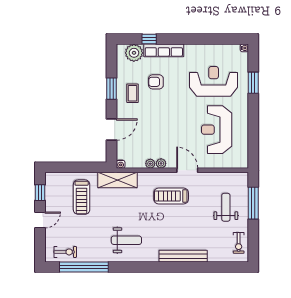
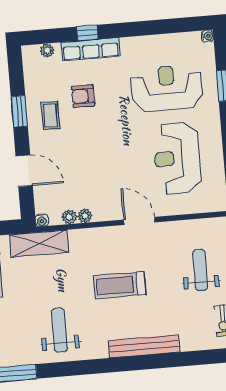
window: (149, 39) -> (87, 33), moved
plant: (134, 53) -> (47, 50), width x0.53, depth x0.53
door: (111, 129) -> (24, 171), hinge flipped
plant: (161, 163) -> (69, 217), moved
treadmill: (171, 196) -> (120, 285), moved
weight bench: (126, 240) -> (60, 330), turned -90

